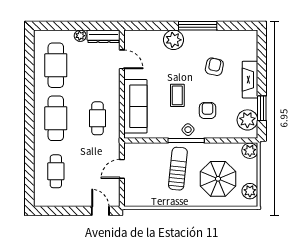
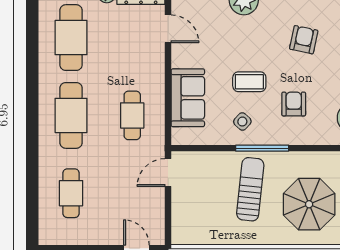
coffee table: (177, 95) -> (249, 82), turned 90
sofa: (135, 106) -> (188, 98), width x0.73
side table: (188, 130) -> (242, 122), moved
door: (122, 169) -> (168, 173), moved

